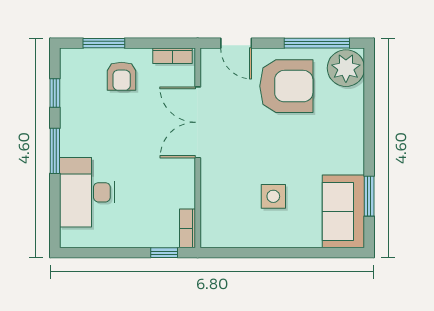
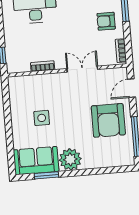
plant: (346, 68) -> (70, 159), moved
double door: (198, 122) -> (82, 69), width x0.73
bookcase: (188, 228) -> (43, 66), moved

